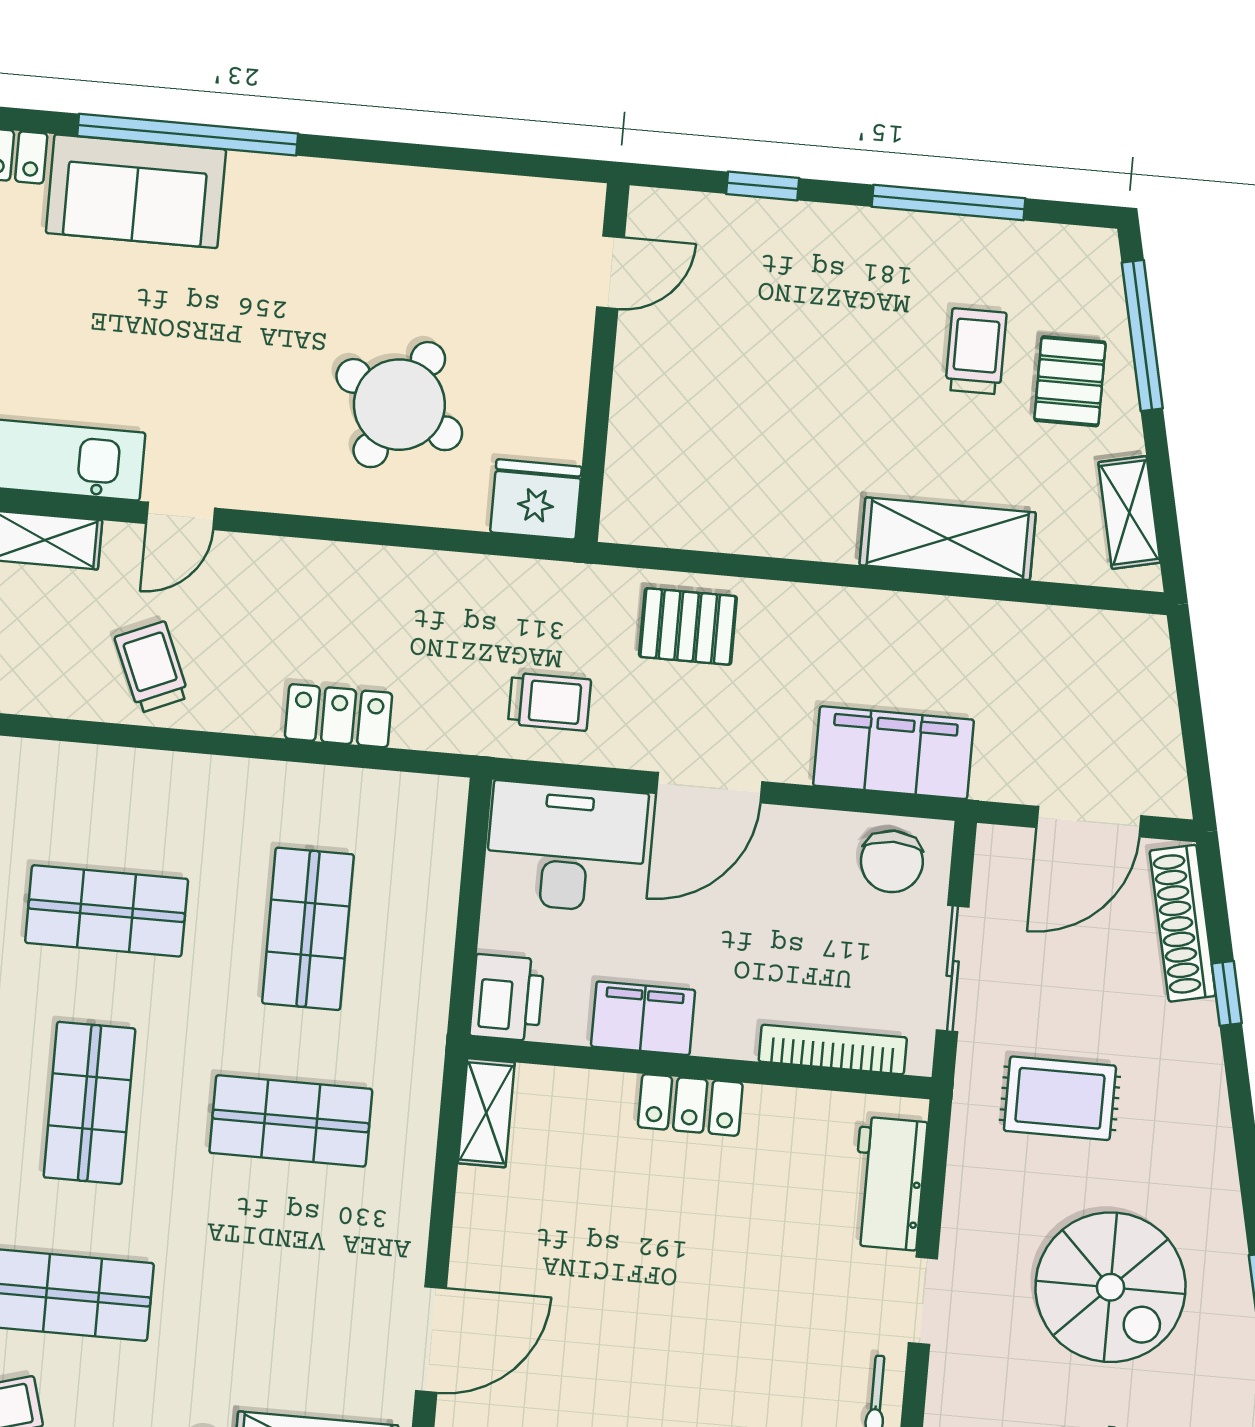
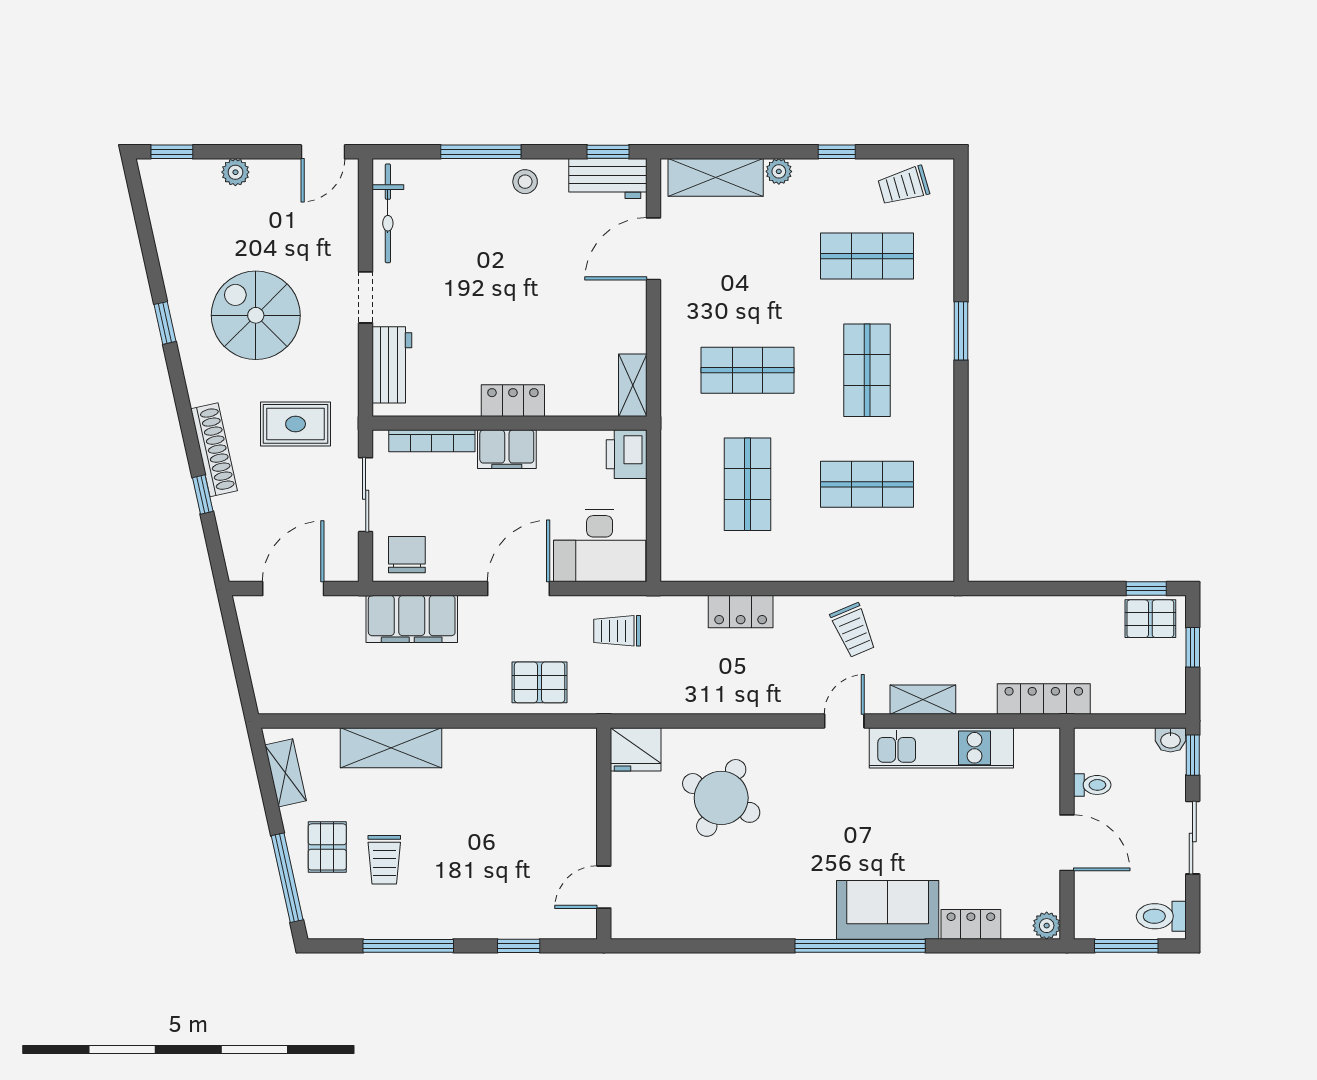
shoe rack: (1183, 923) -> (214, 450), moved
filing cabinet: (643, 1018) -> (507, 449), moved

